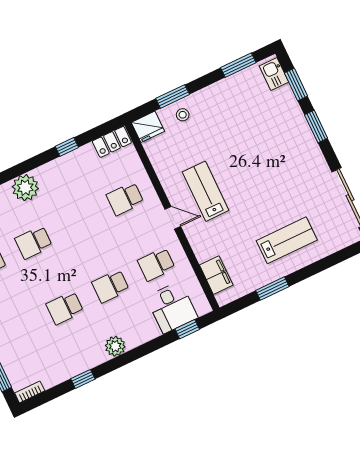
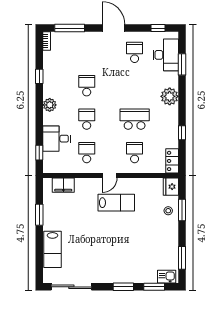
lab bench: (287, 240) -> (52, 249), moved
school desk: (34, 242) -> (135, 119), moved, width x1.85
desk: (172, 307) -> (57, 139), moved

